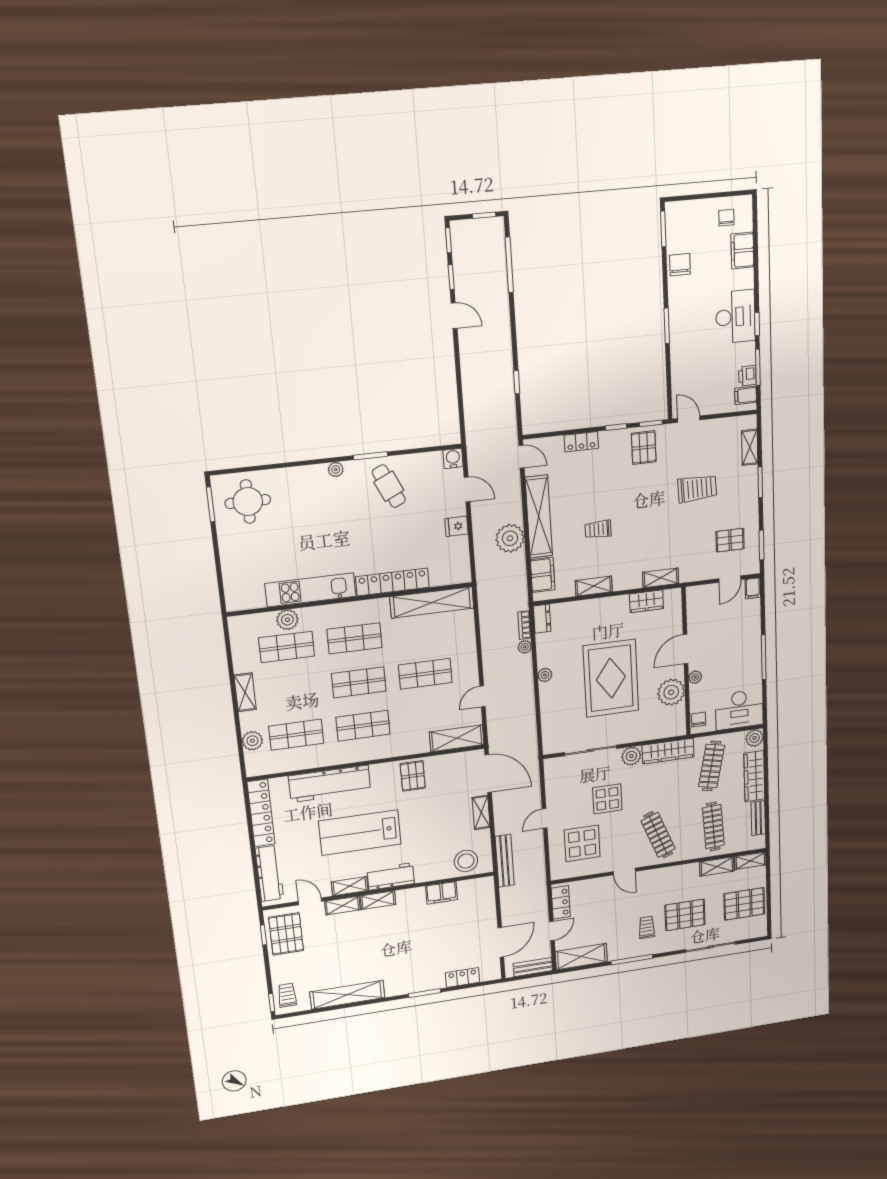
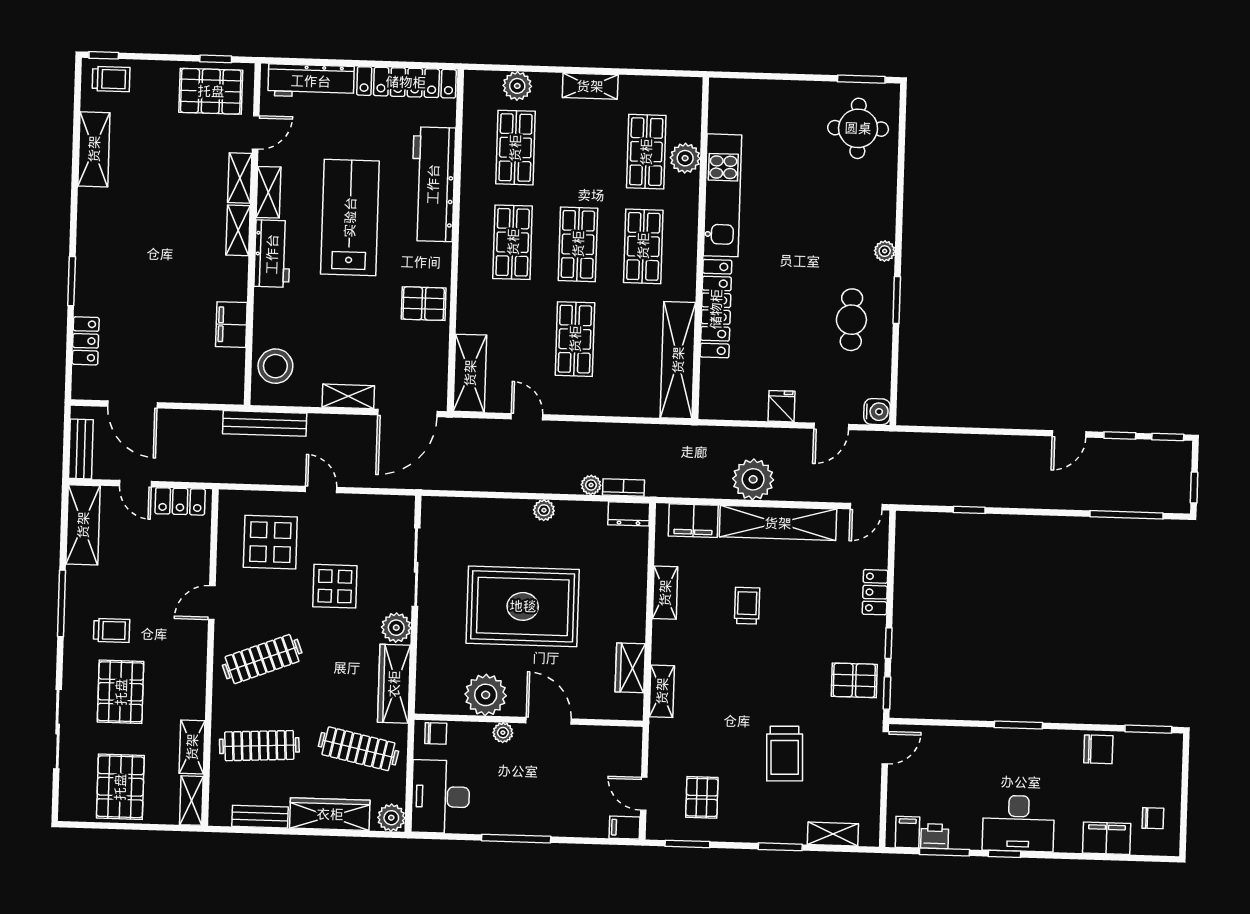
cafe table: (389, 486) -> (851, 320), turned -65
shelving: (347, 995) -> (94, 149), width x0.68

